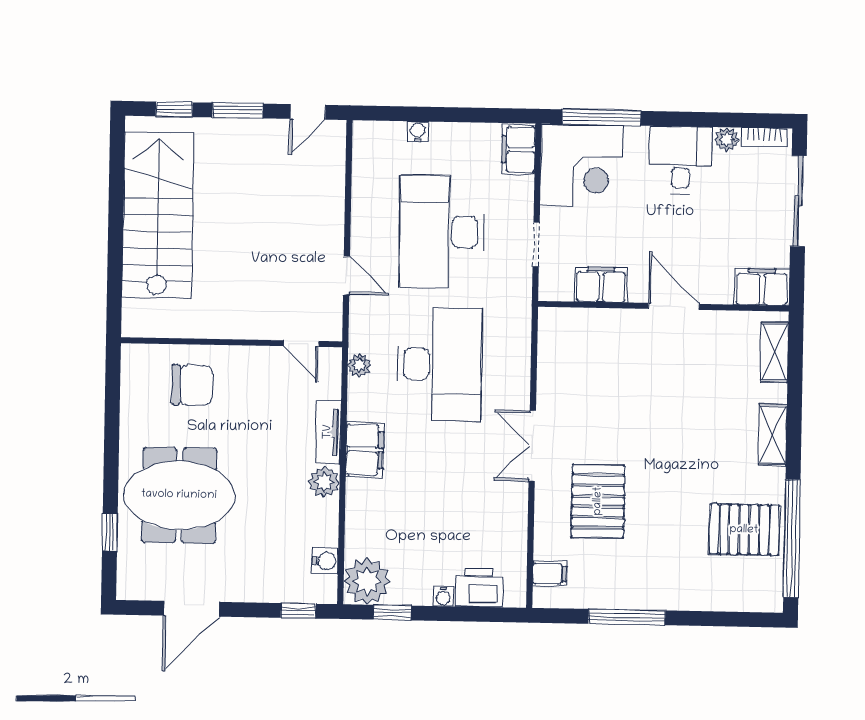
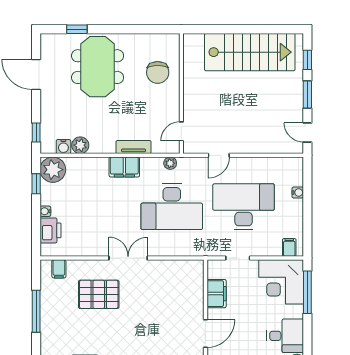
filing cabinet: (518, 149) -> (289, 247), width x0.50
plant: (324, 482) -> (80, 145), moved

